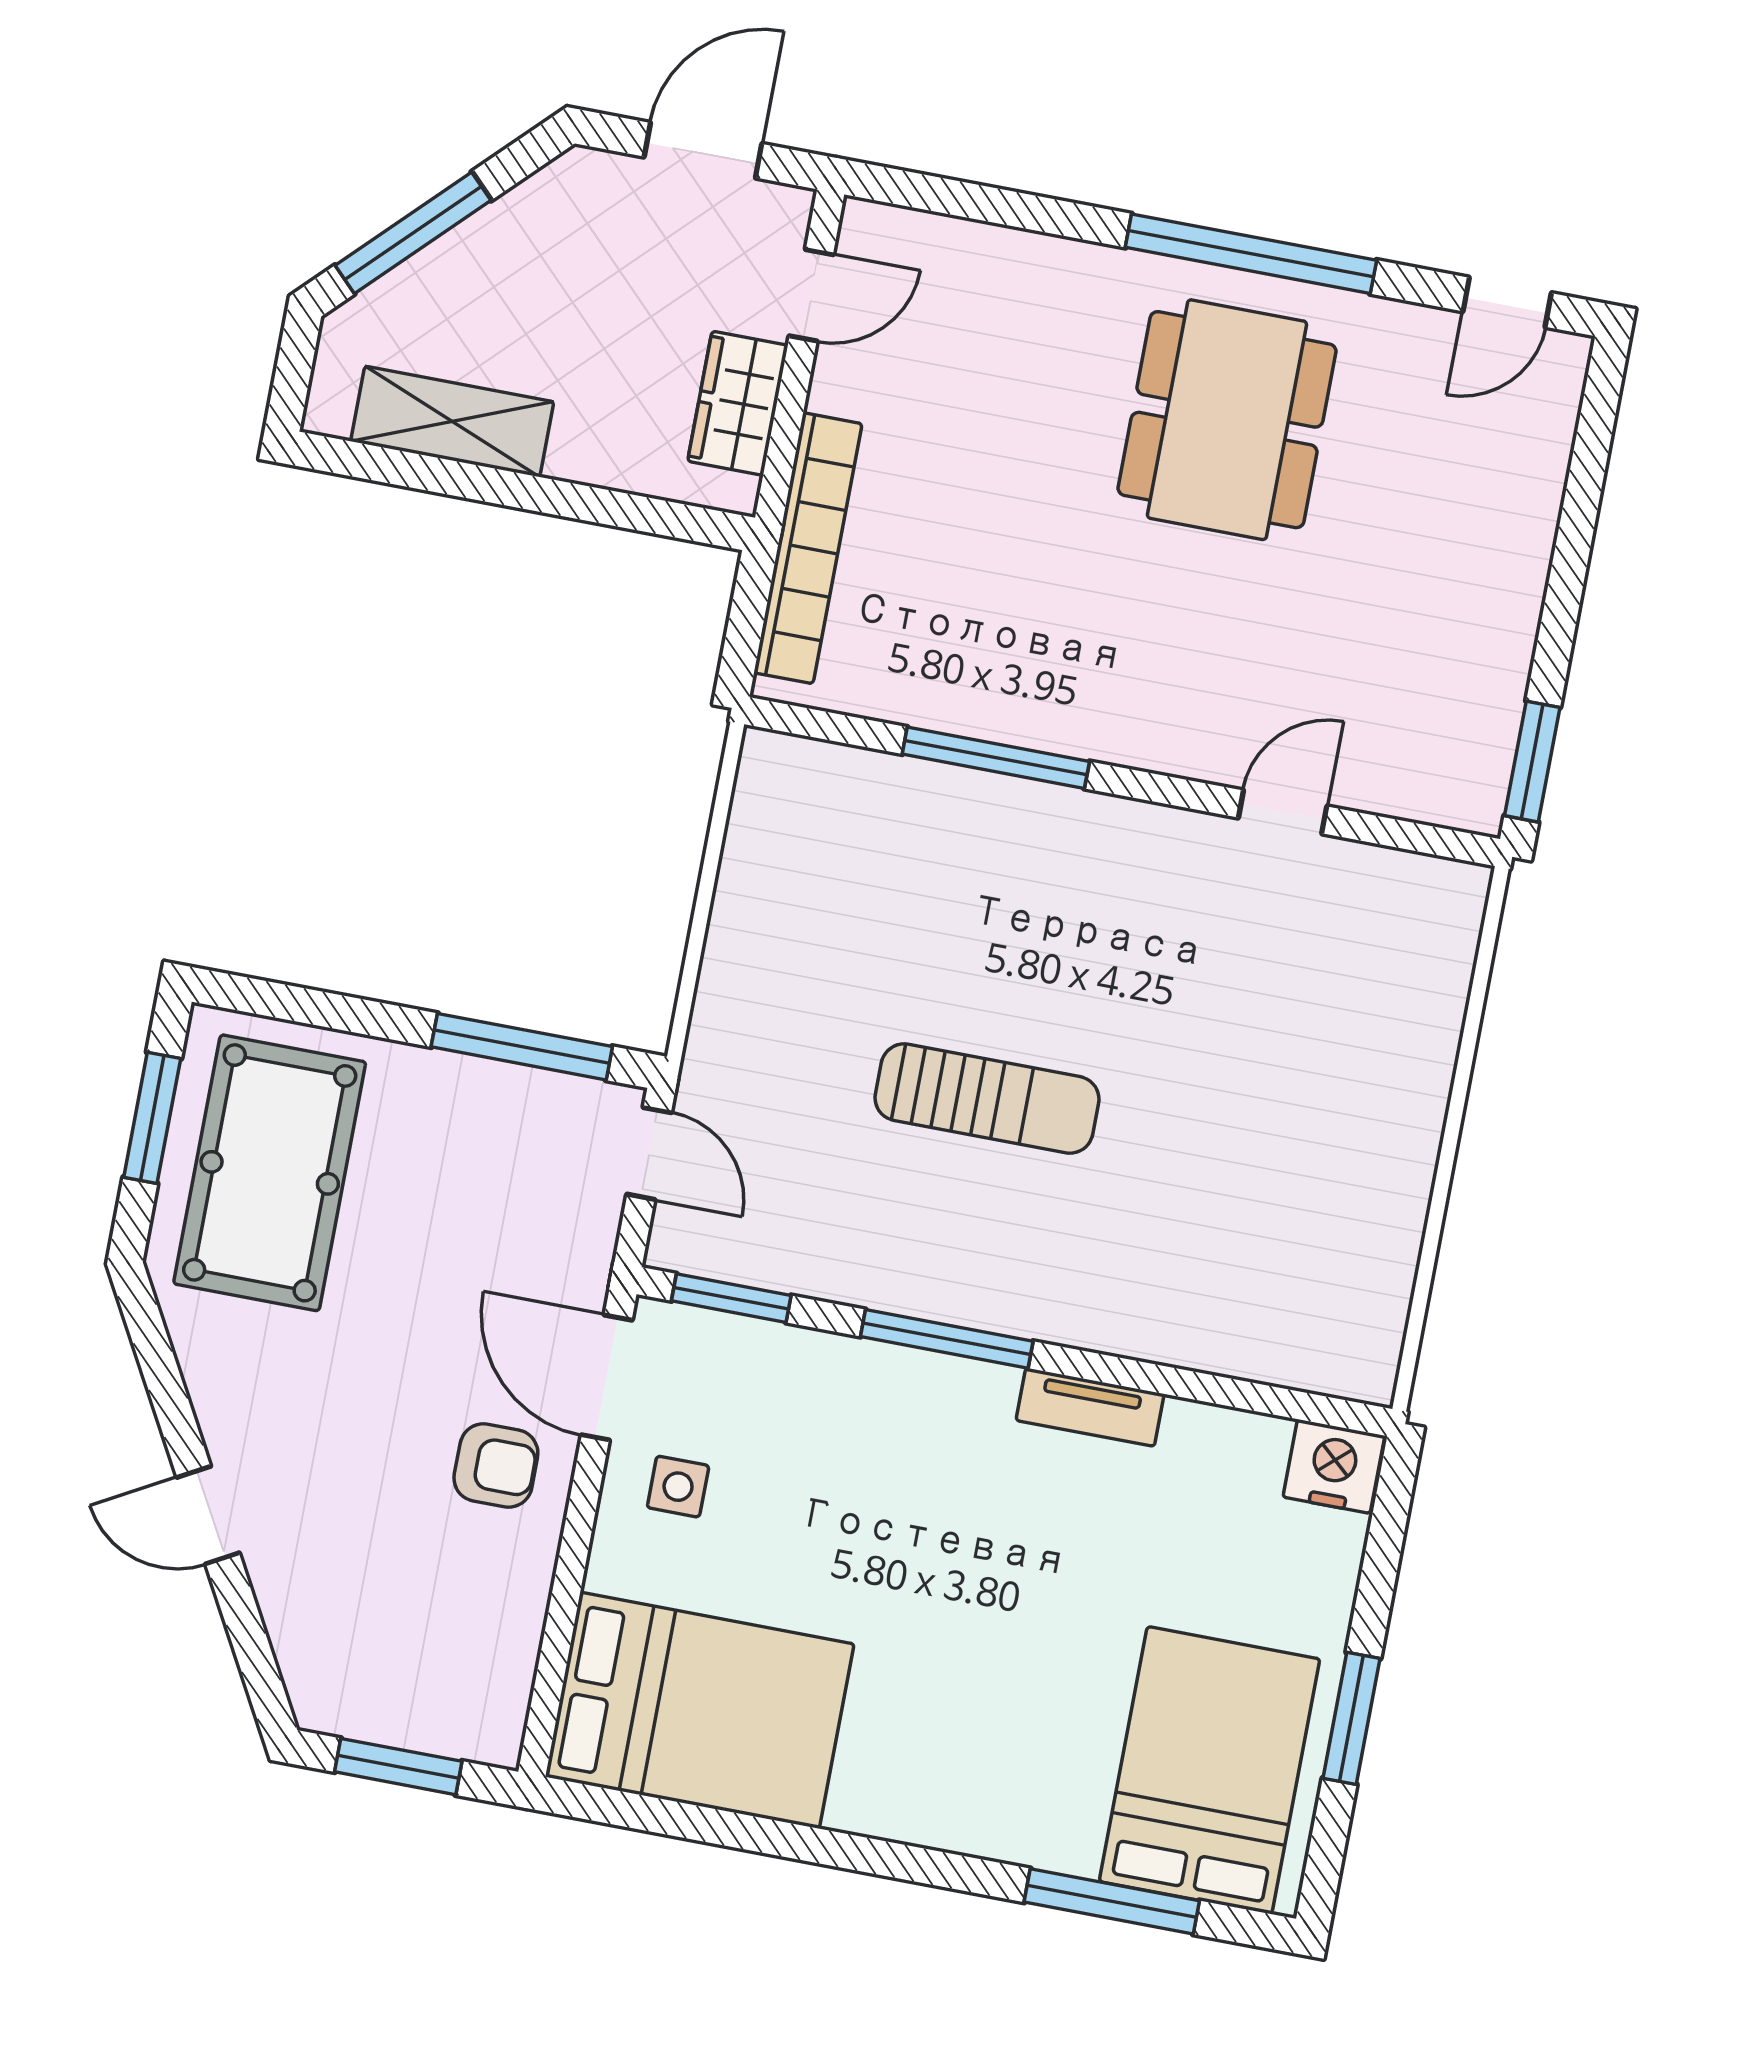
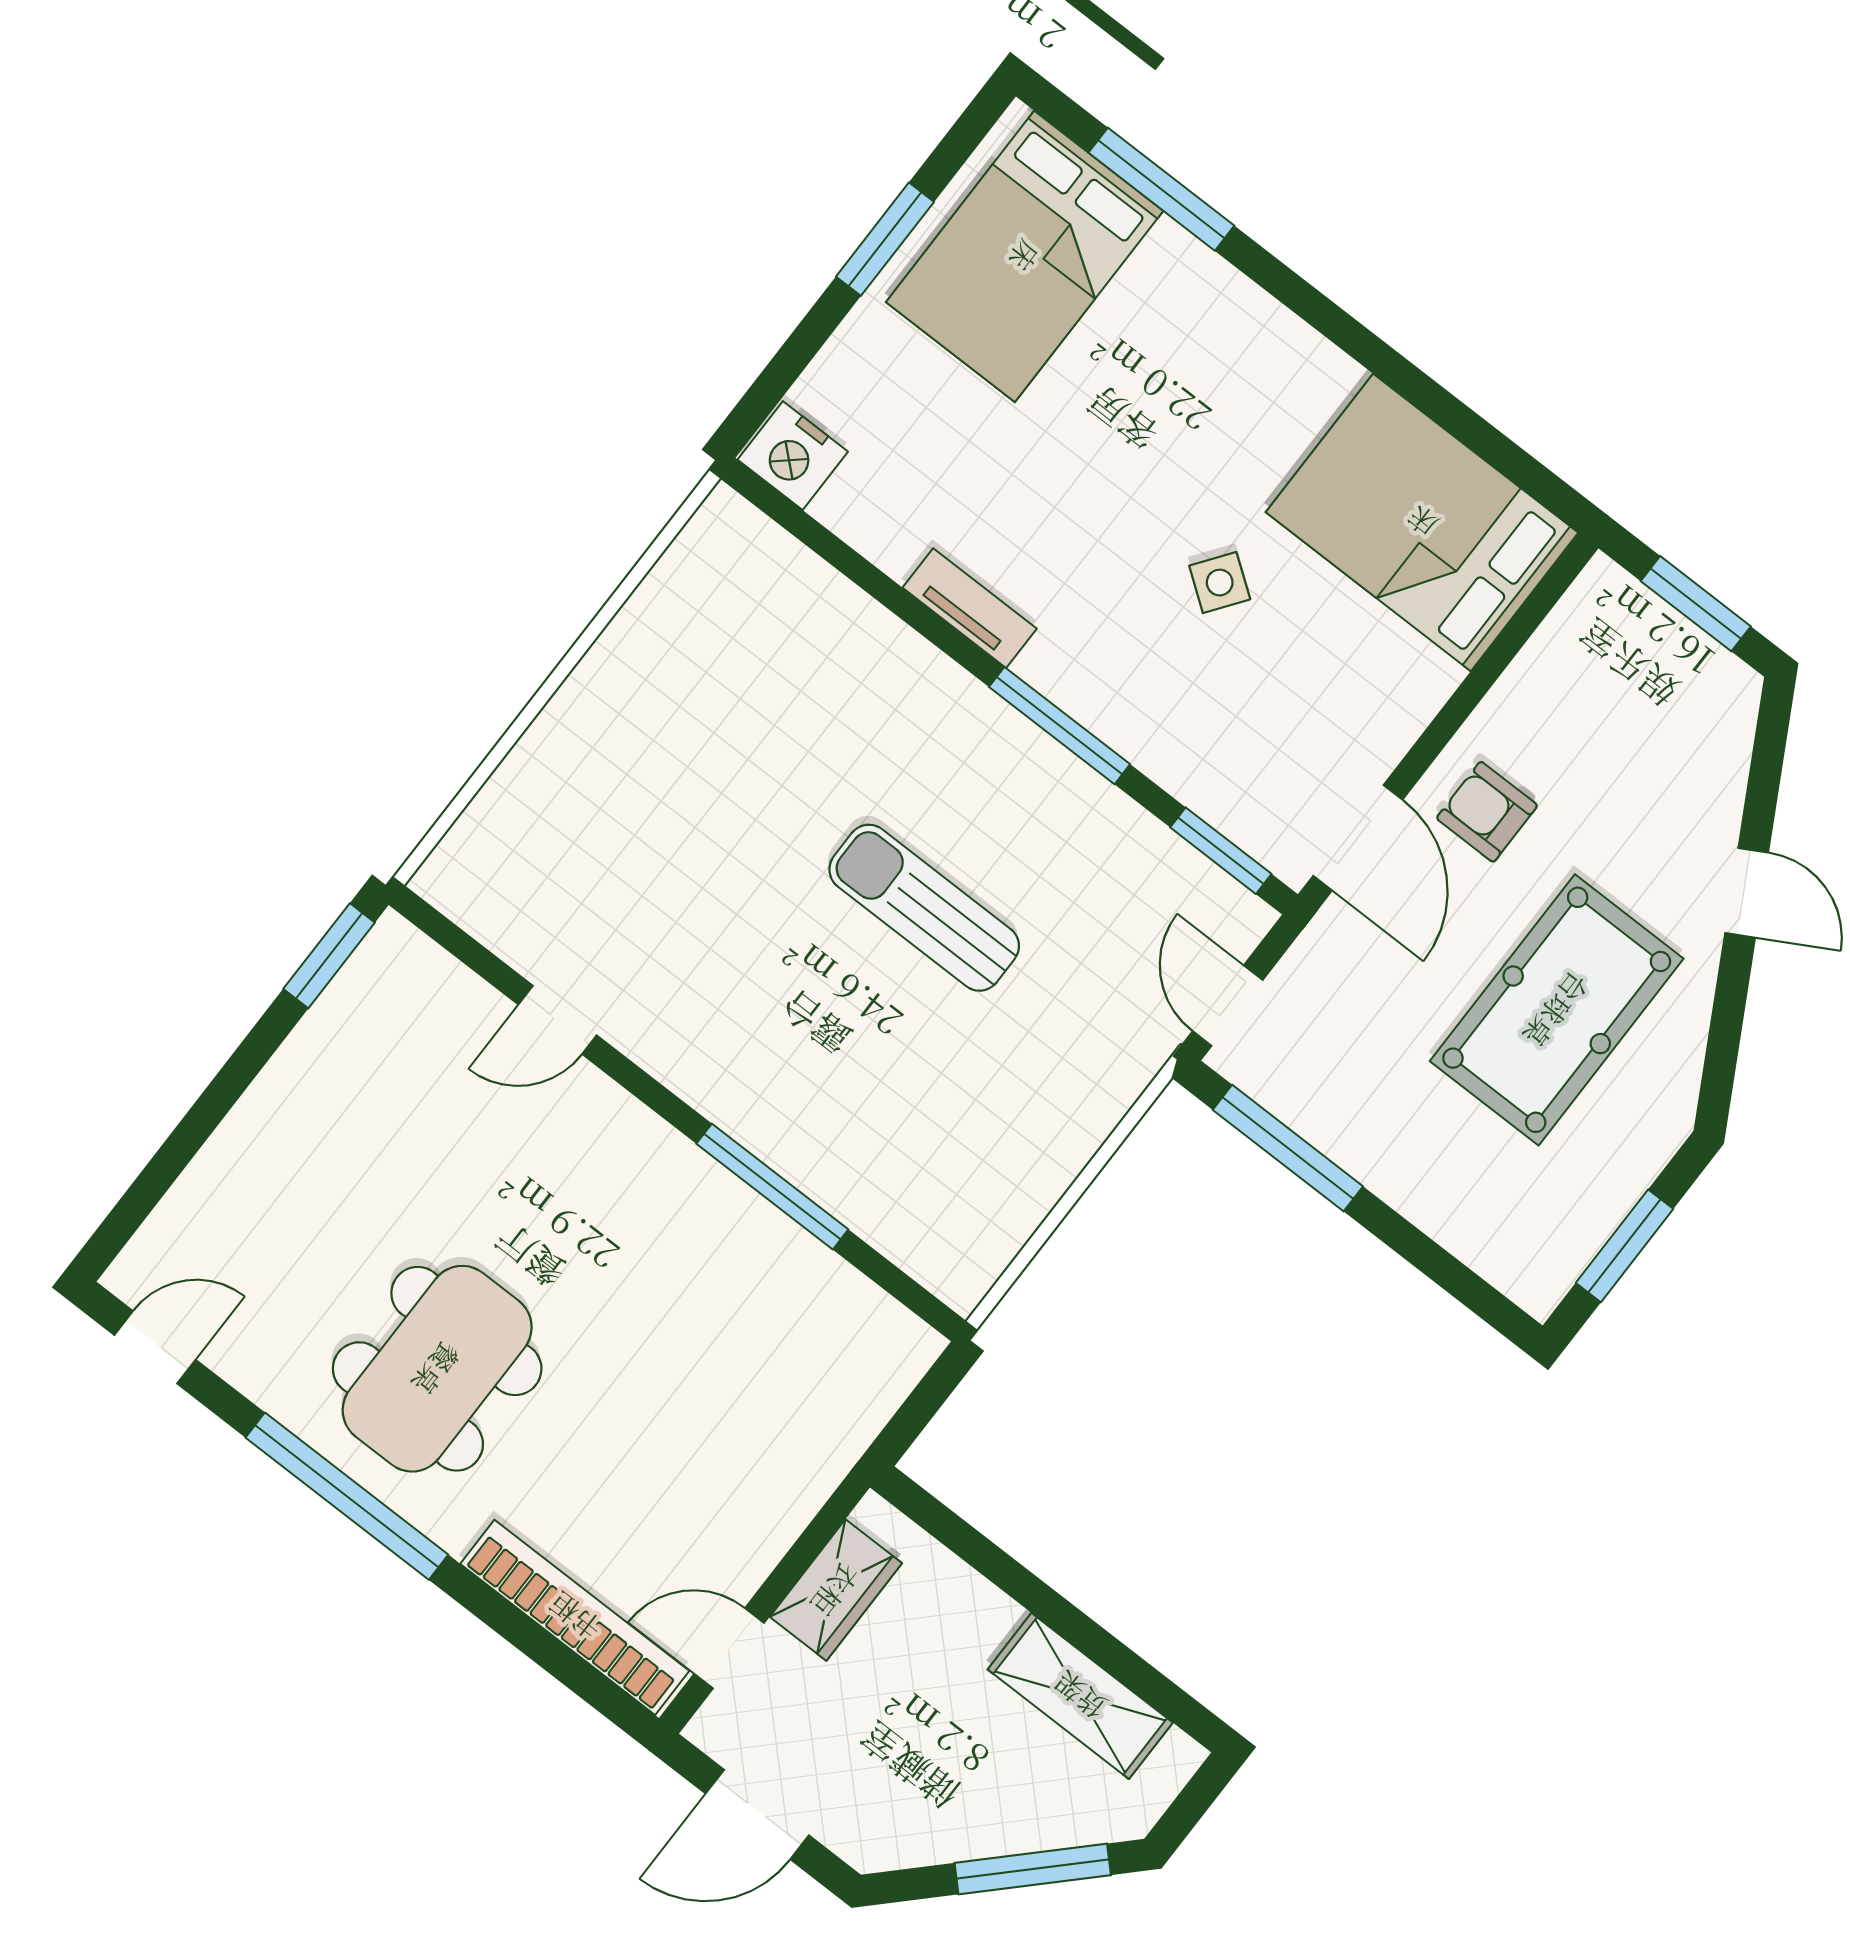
bookcase: (808, 548) -> (575, 1617), moved, turned 90
pool table: (270, 1173) -> (1557, 1010), moved
side table: (678, 1487) -> (1220, 583), moved, turned 36

